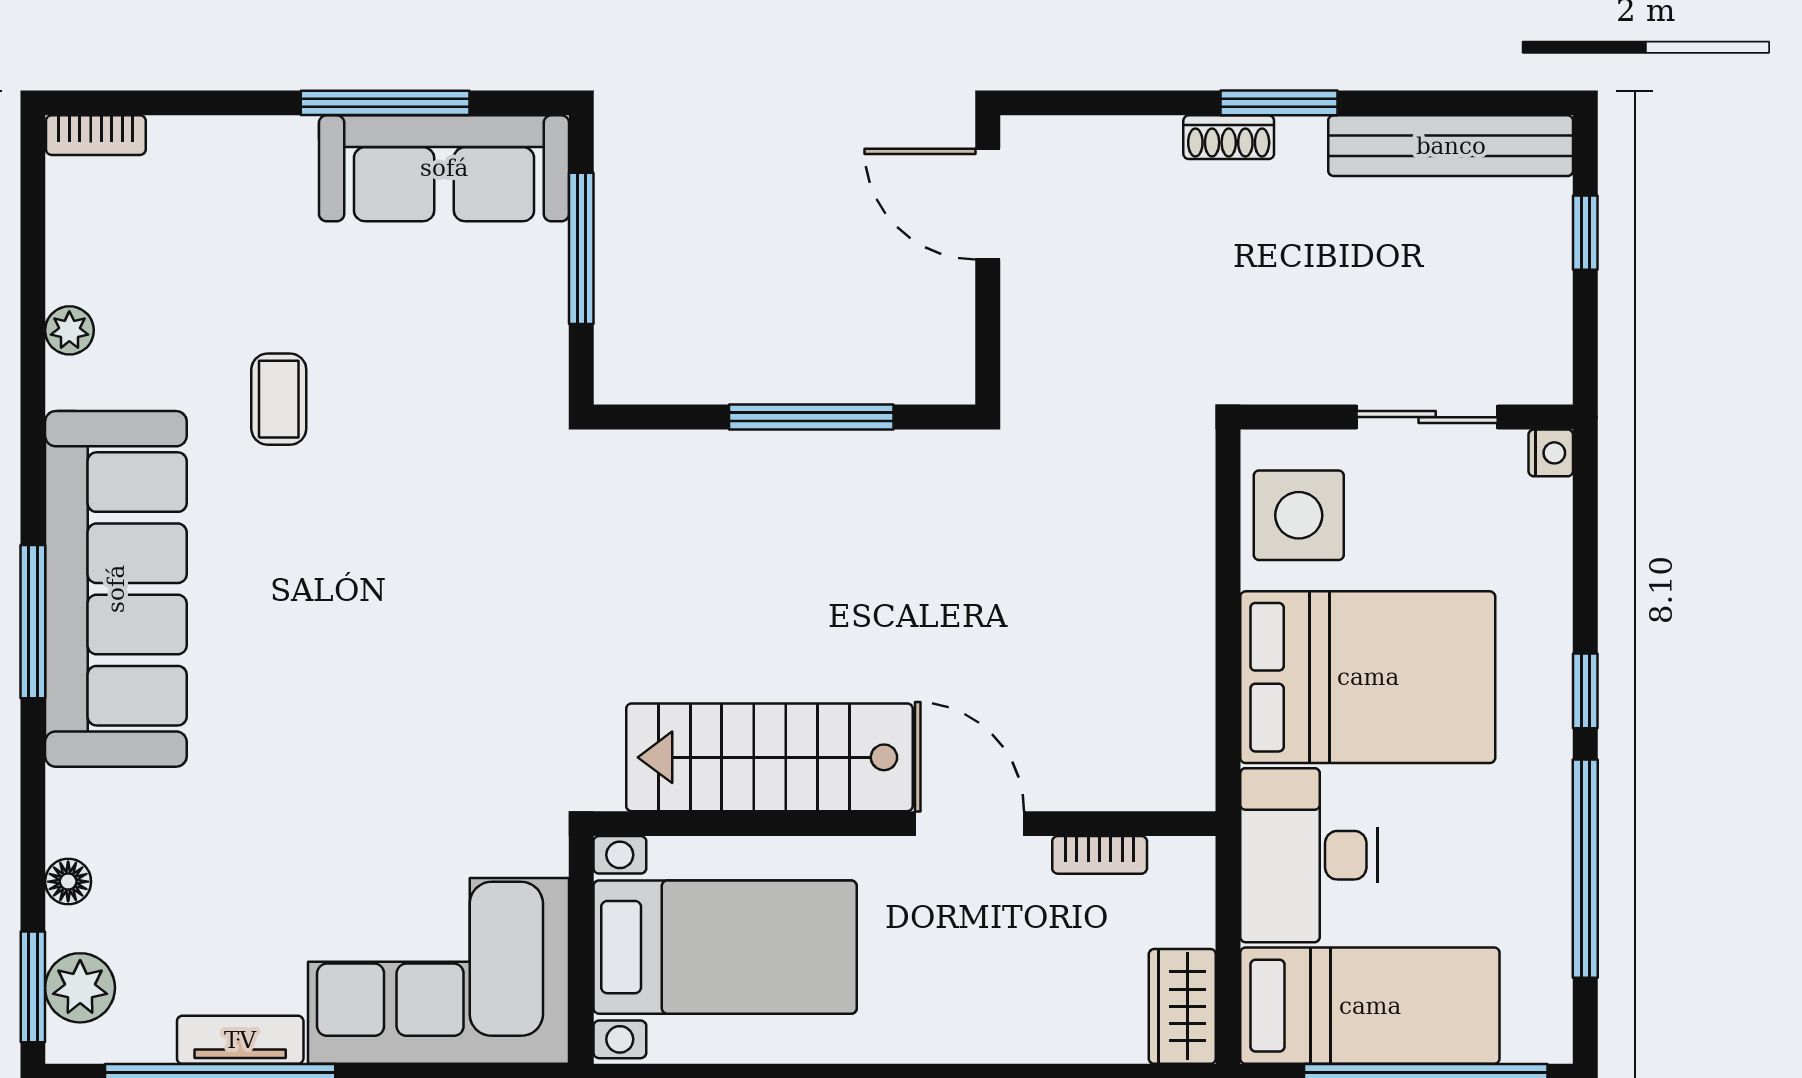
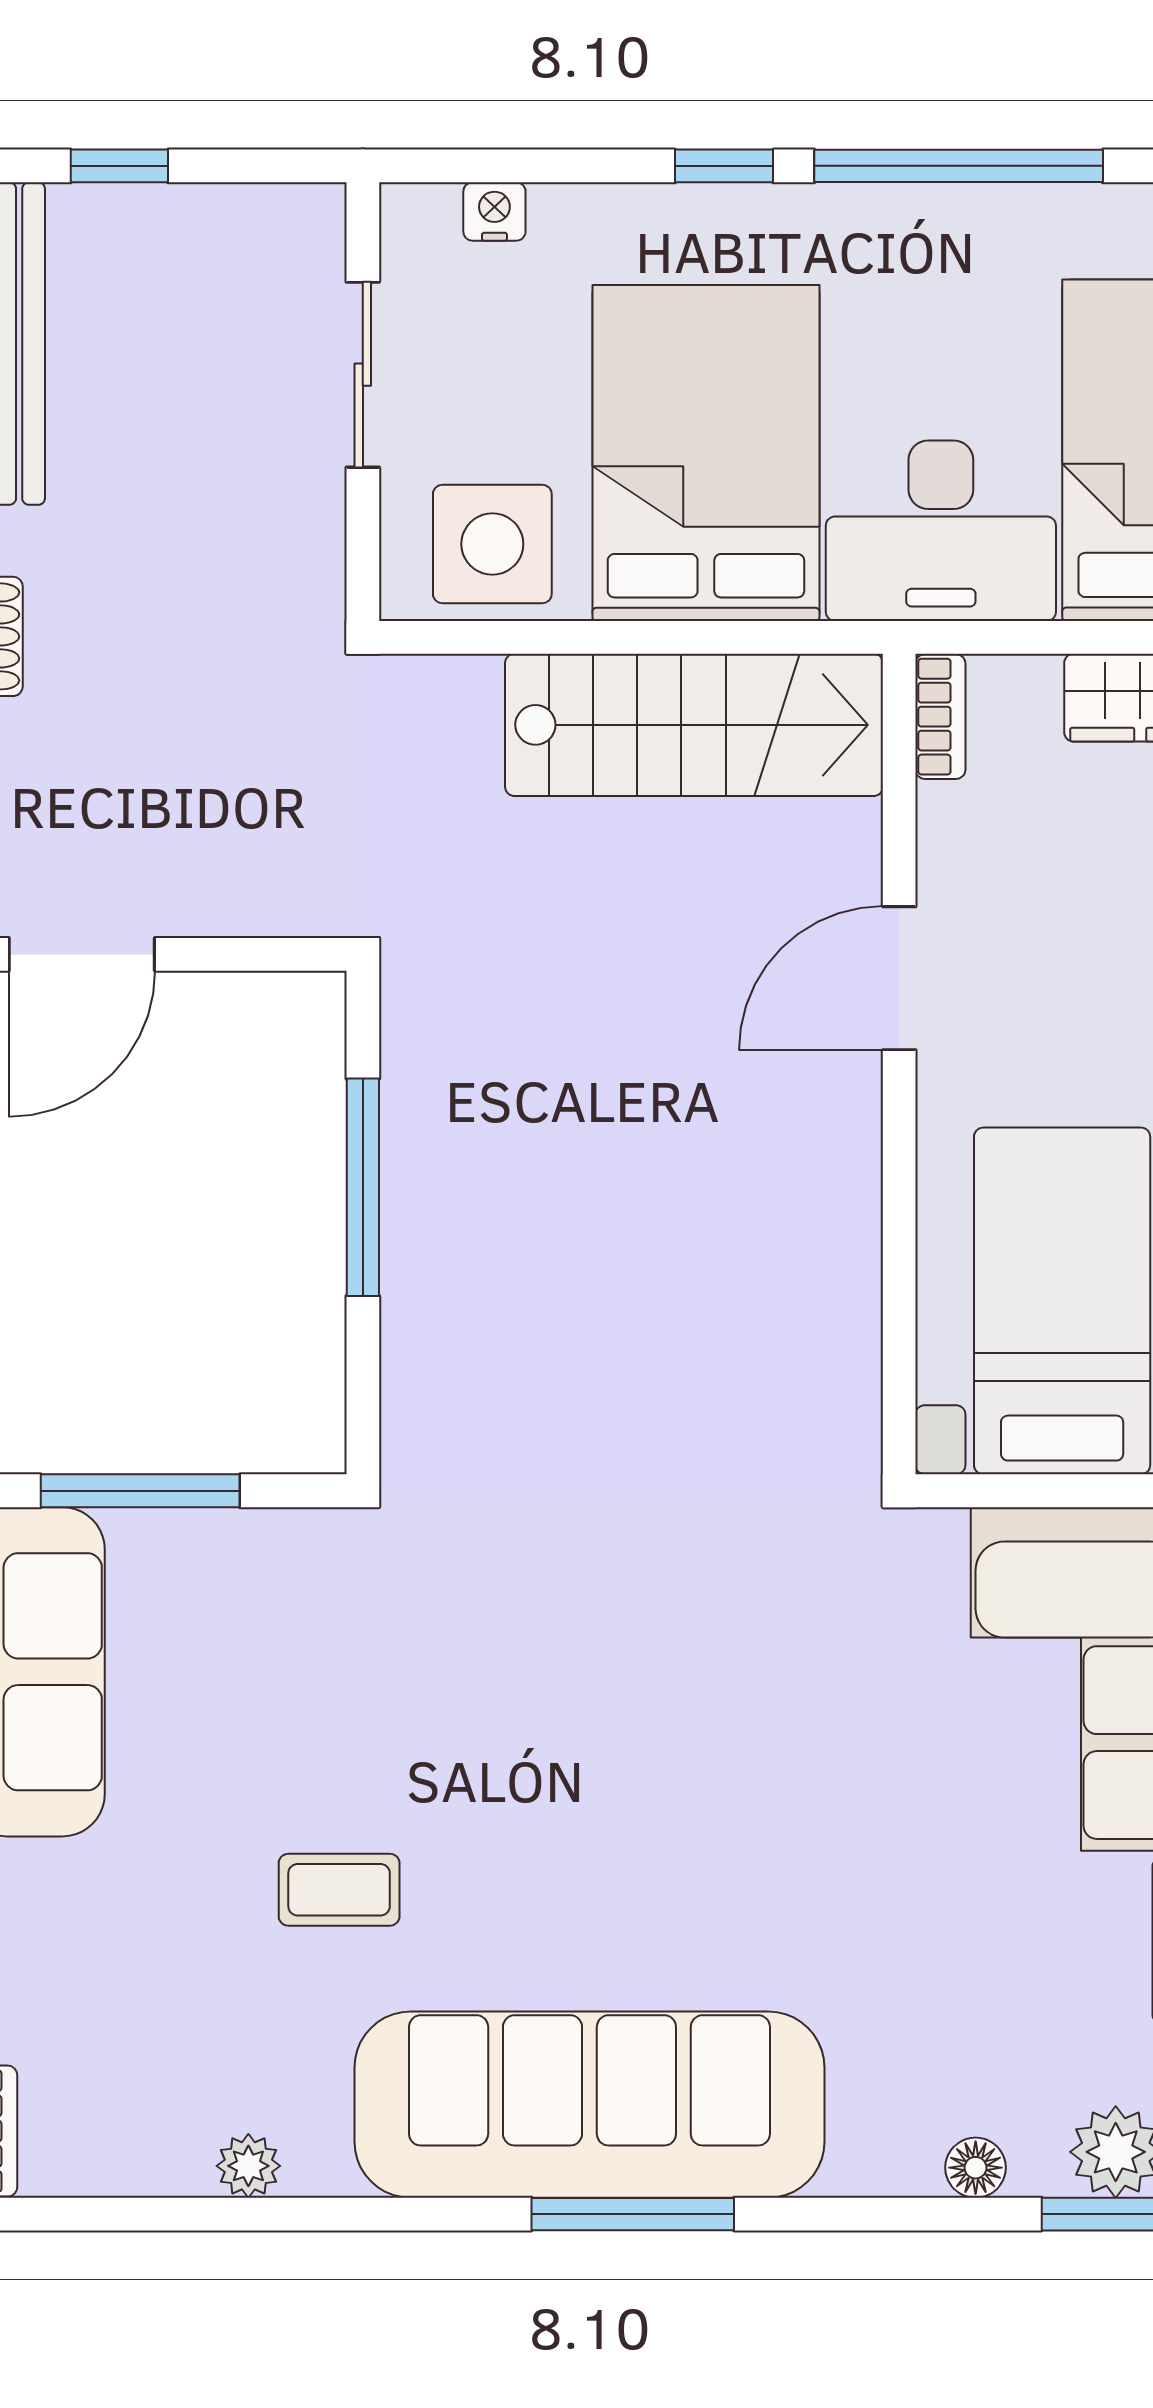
nightstand: (1551, 453) -> (494, 212), moved
stairs: (769, 757) -> (694, 725), moved, turned -90
bookcase: (1100, 855) -> (940, 717), moved

